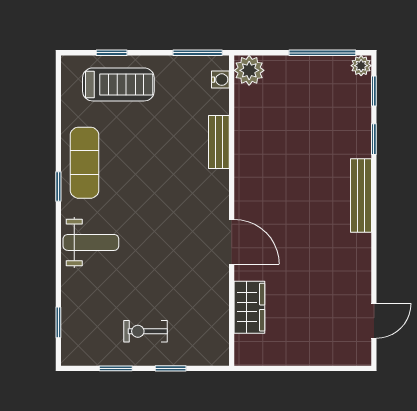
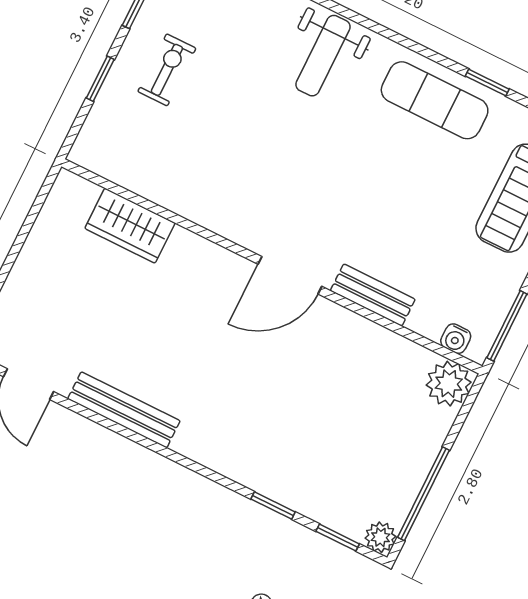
window: (58, 186) -> (487, 83), moved
bench: (361, 195) -> (124, 410), moved
door: (232, 242) -> (290, 275), moved

